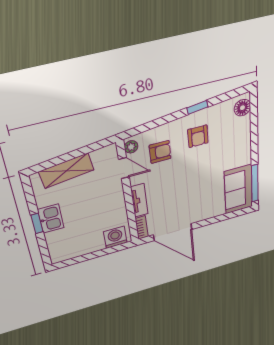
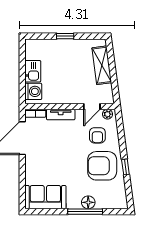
floor lamp: (242, 108) -> (88, 202), moved
armchair: (198, 136) -> (102, 166), width x1.88, depth x1.88
window: (255, 183) -> (85, 212), moved
kitchen sink: (51, 219) -> (33, 71), moved, turned -90

